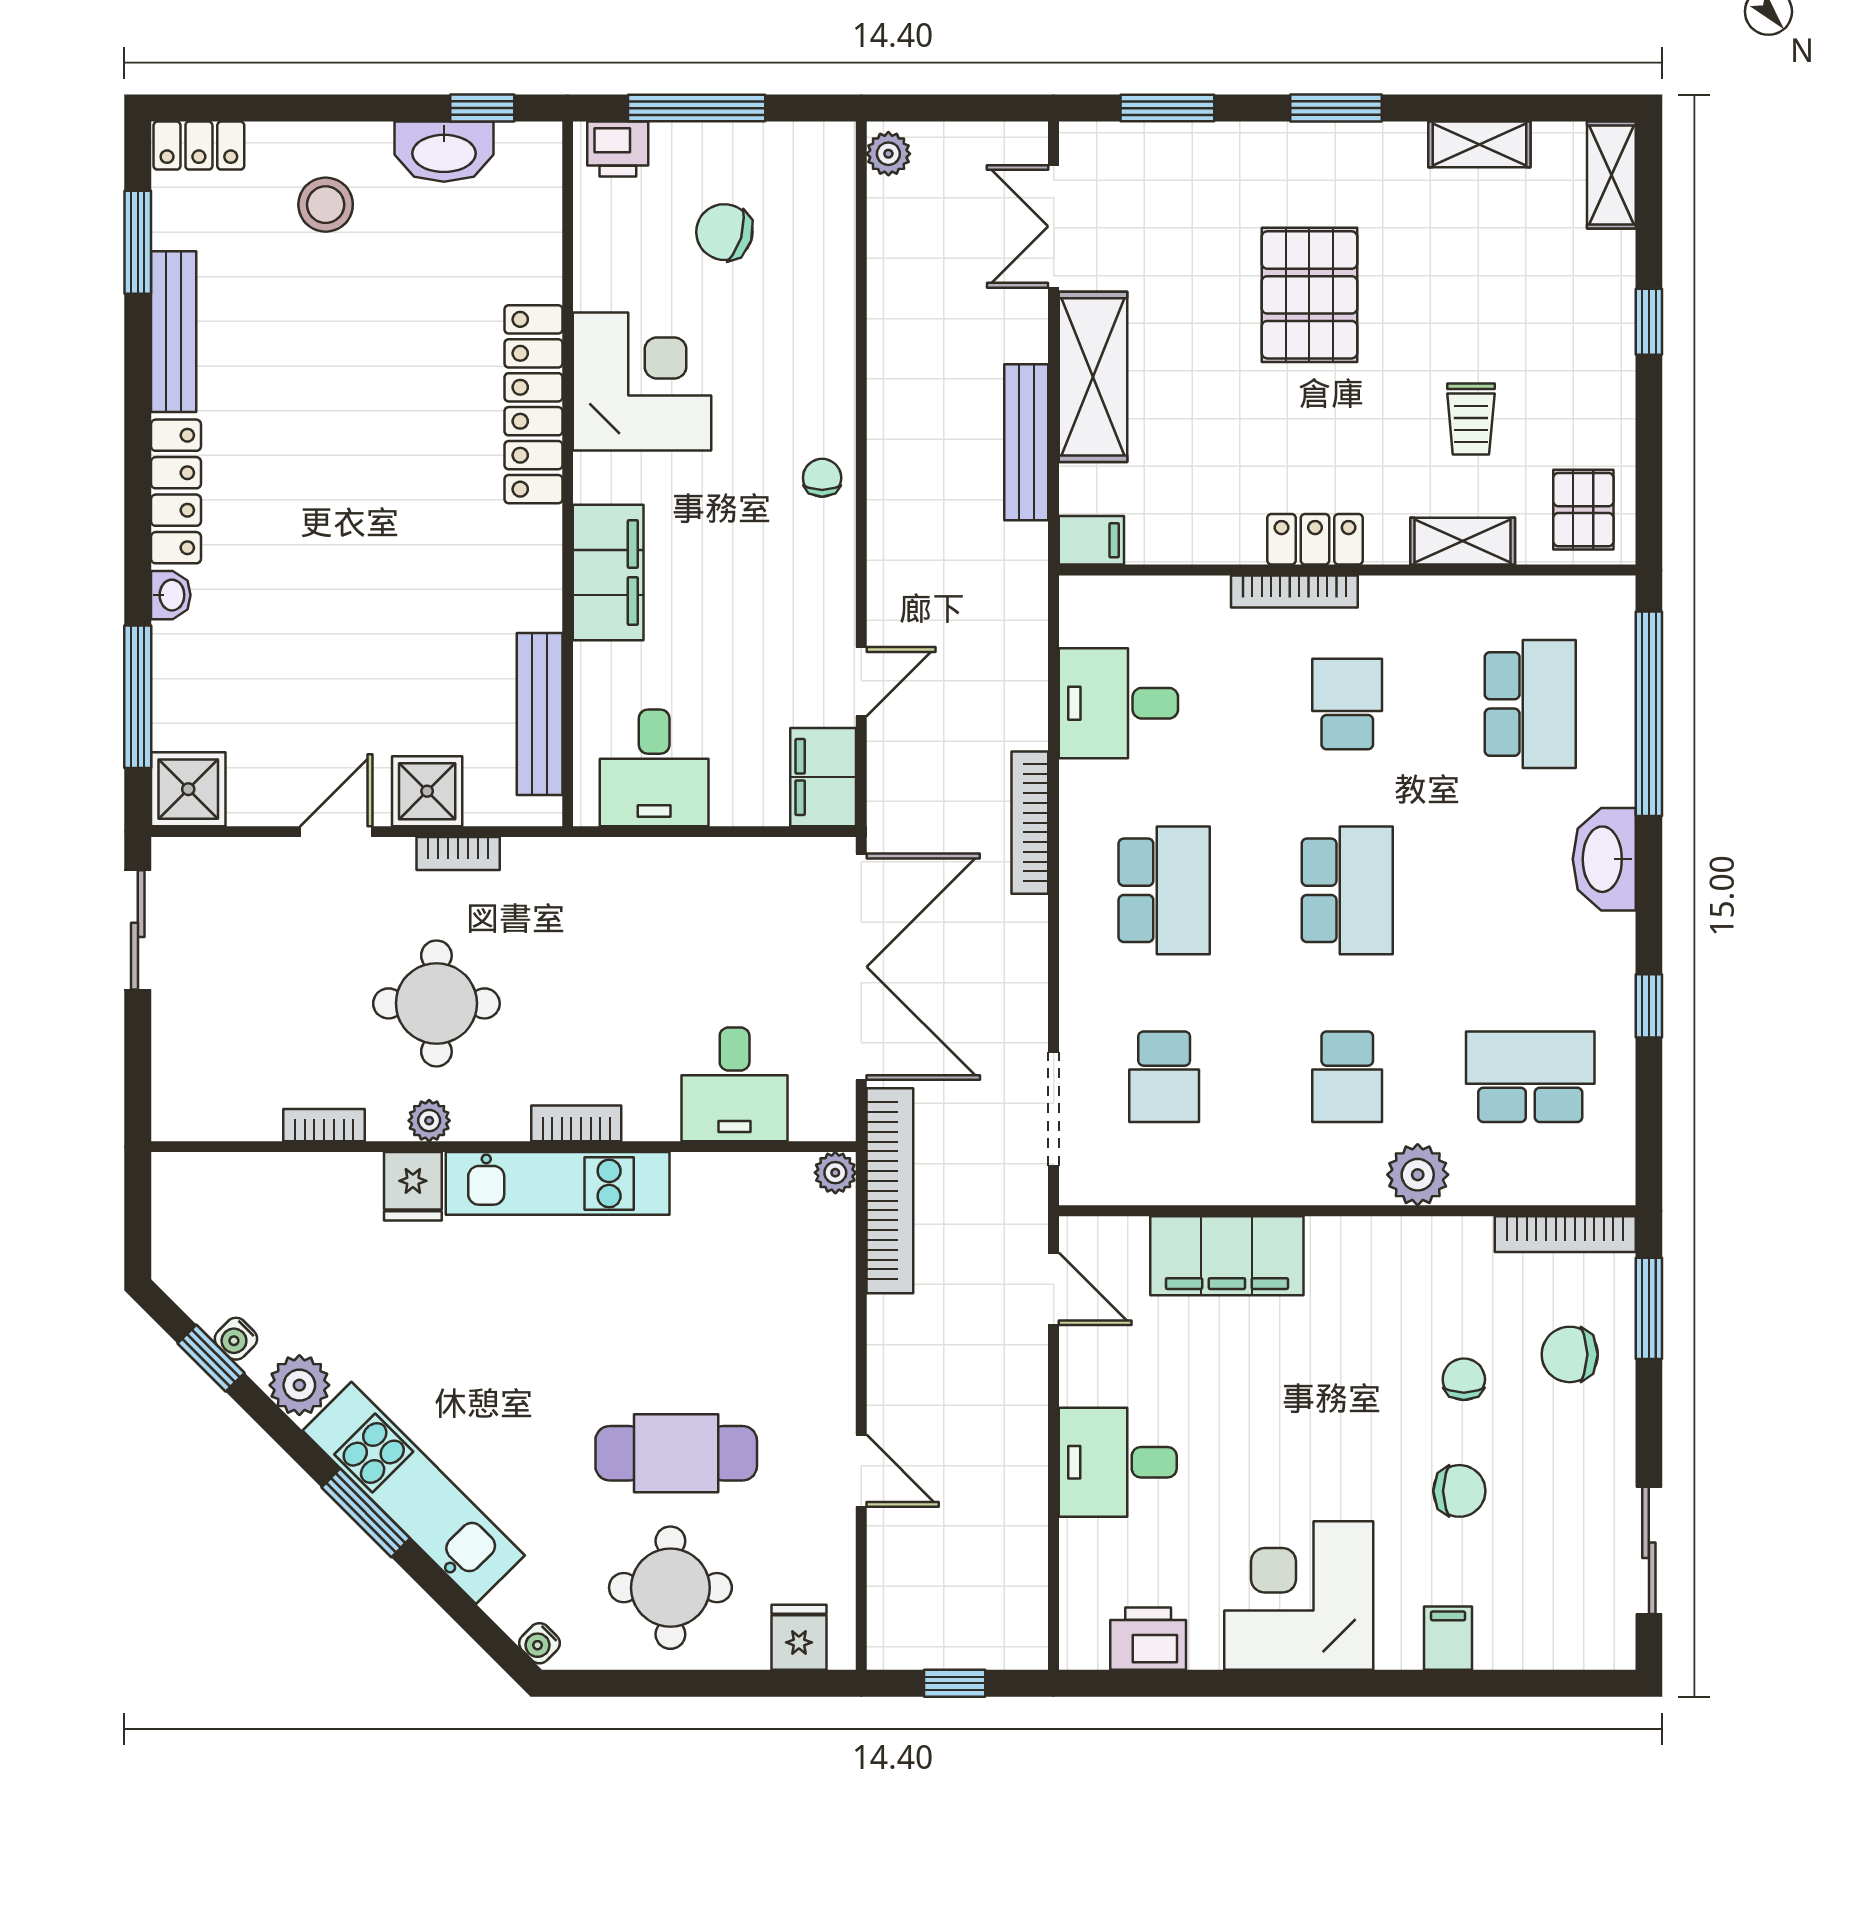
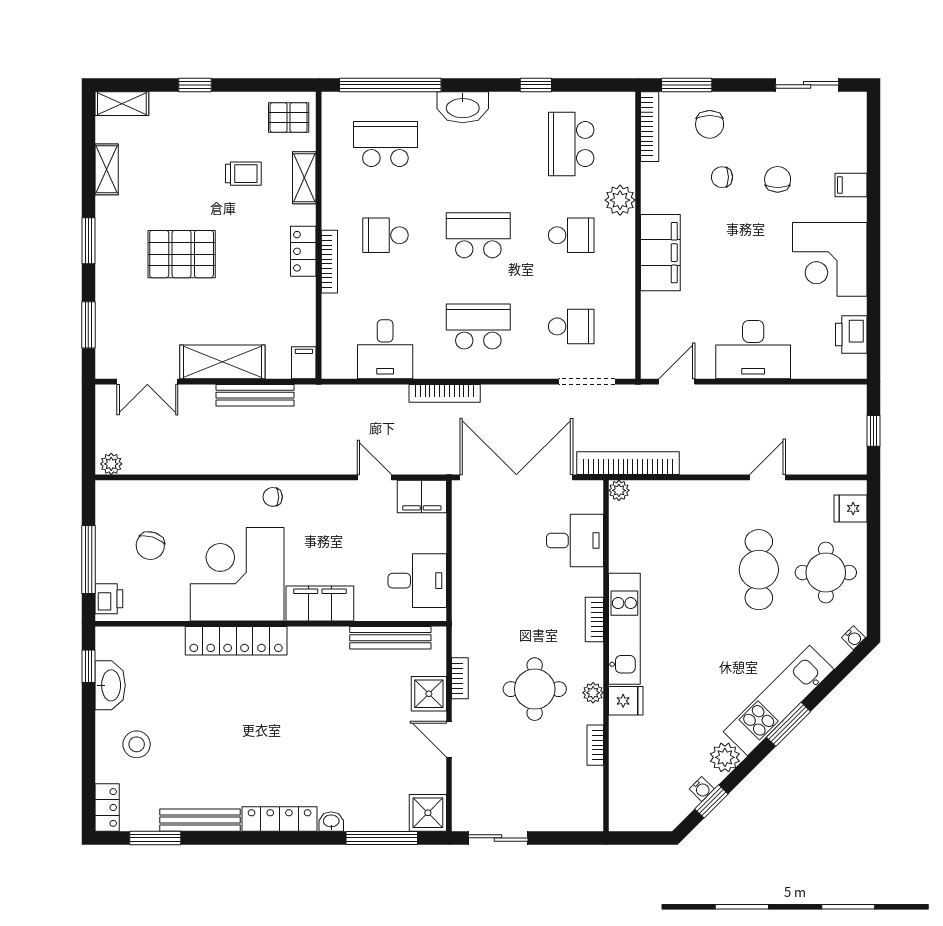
corner desk: (642, 381) -> (237, 574), width x1.36, depth x1.36
filing cabinet: (1227, 1256) -> (660, 253), moved
desk: (1118, 1462) -> (753, 350), width x1.37

